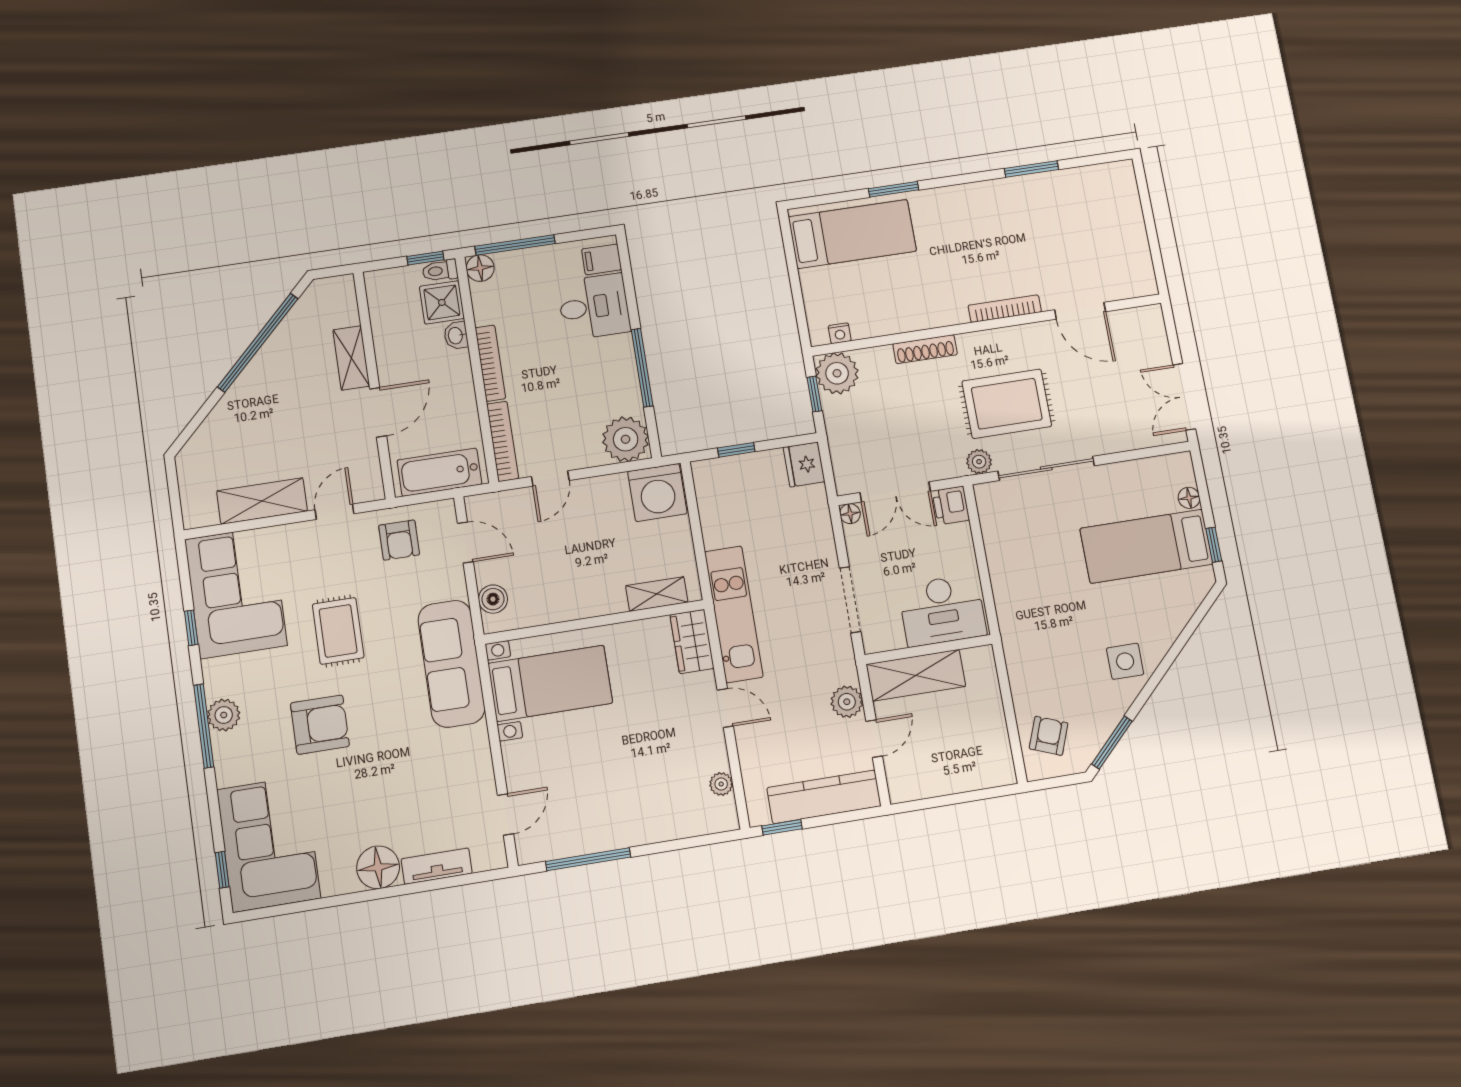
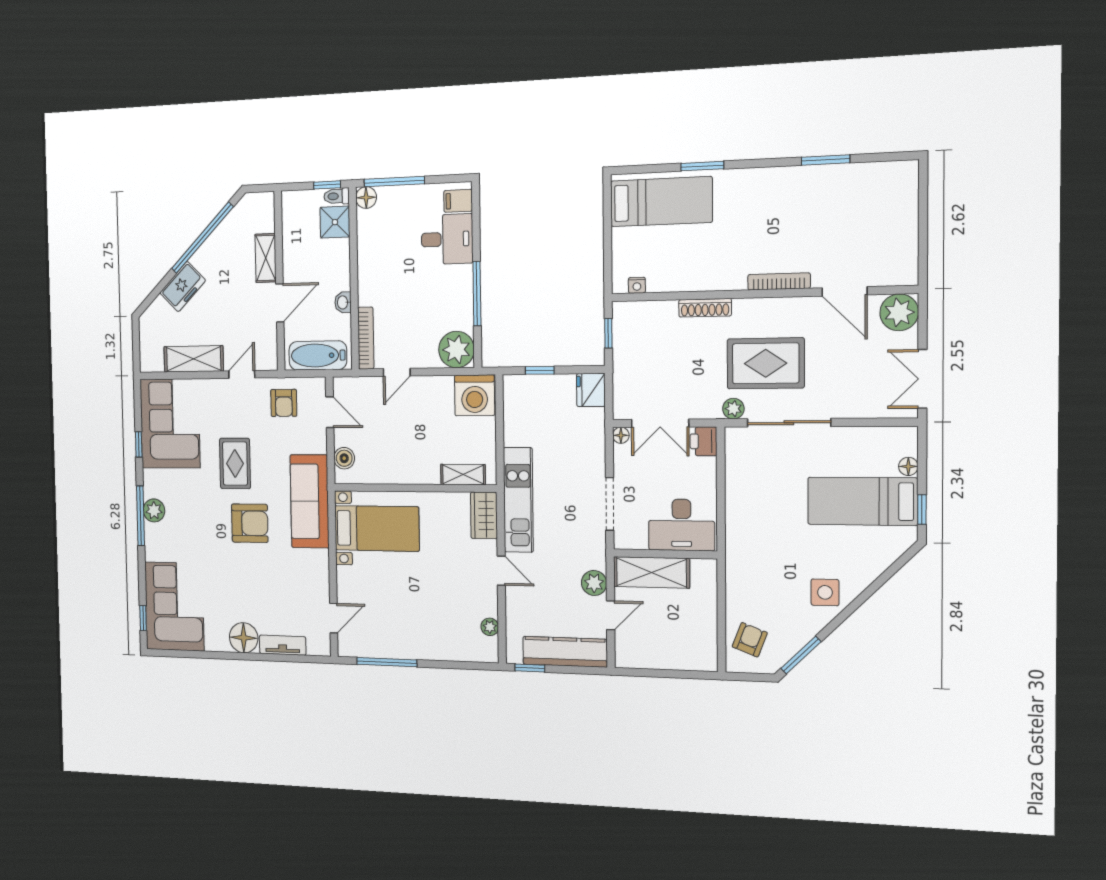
washbasin: (456, 336) -> (343, 302), moved
bookcase: (490, 363) -> (364, 275), removed
plant: (837, 373) -> (899, 312), moved
freezer: (236, 409) -> (183, 287), added
armchair: (320, 725) -> (250, 523), moved

